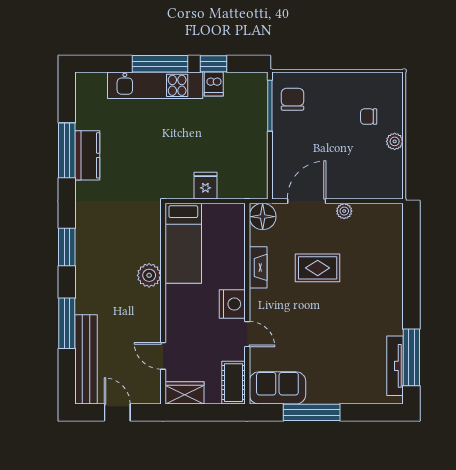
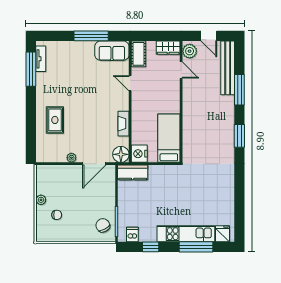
window: (160, 64) -> (196, 247), moved
dishwasher: (214, 84) -> (132, 235), moved
chair: (292, 99) -> (103, 225), turned 153
window: (67, 150) -> (239, 194), removed
kitchen counter: (87, 155) -> (133, 172), moved, turned -90
fridge: (205, 186) -> (222, 234), moved, turned 180
rug: (318, 268) -> (55, 120), moved, turned 90
plant: (149, 275) -> (190, 51), moved
nightstand: (232, 304) -> (139, 154), moved
tv unit: (395, 366) -> (41, 59), width x0.71

